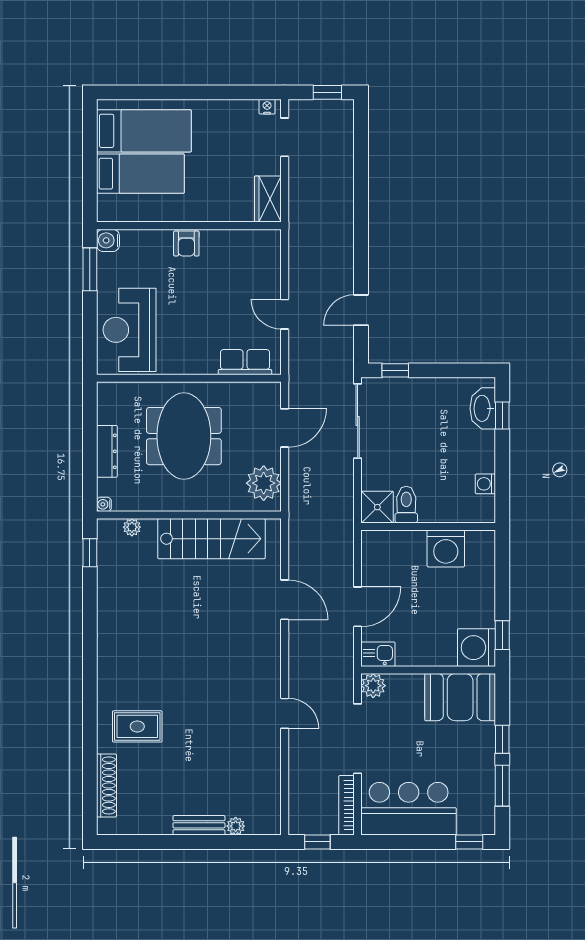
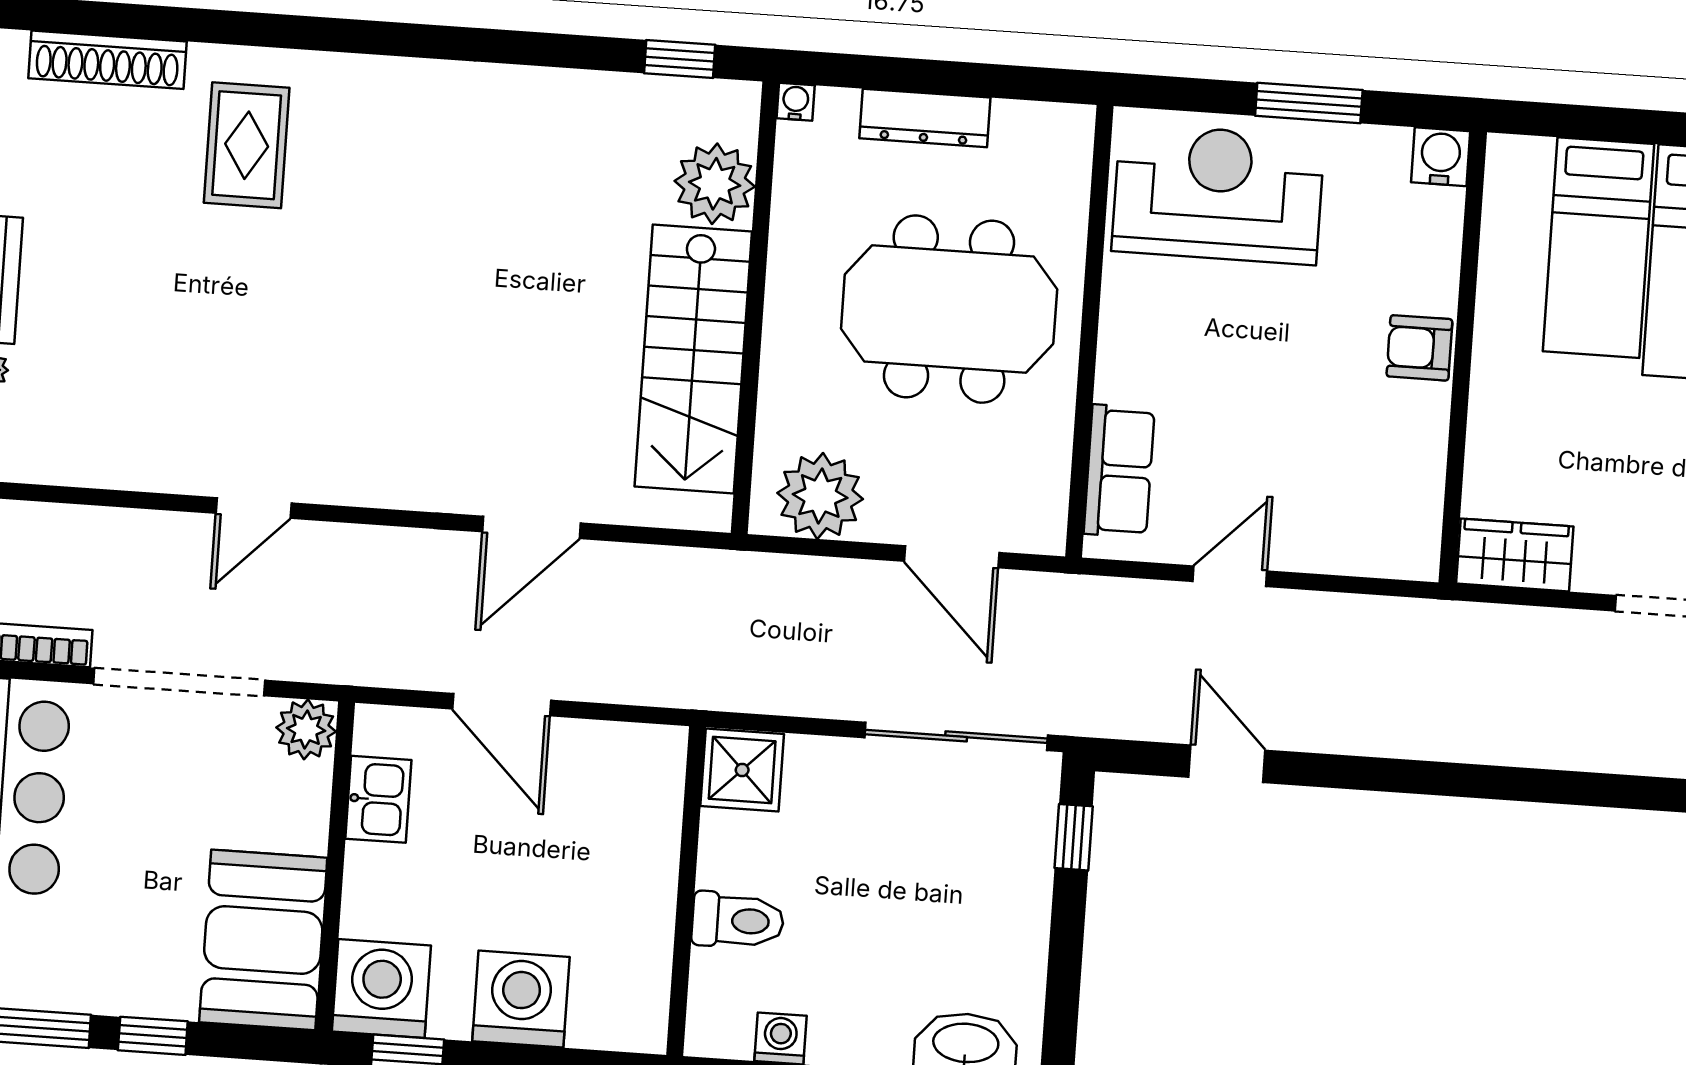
window: (90, 269) -> (1309, 103), moved
toilet: (406, 505) -> (738, 920), moved
plant: (132, 527) -> (715, 184), width x1.88, depth x1.88
washing machine: (446, 548) -> (521, 999), moved, turned 90
kitchen sink: (378, 654) -> (378, 799), moved

